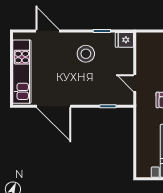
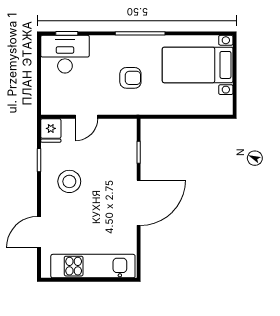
door: (135, 83) -> (86, 117), moved
door: (54, 106) -> (139, 203), moved

